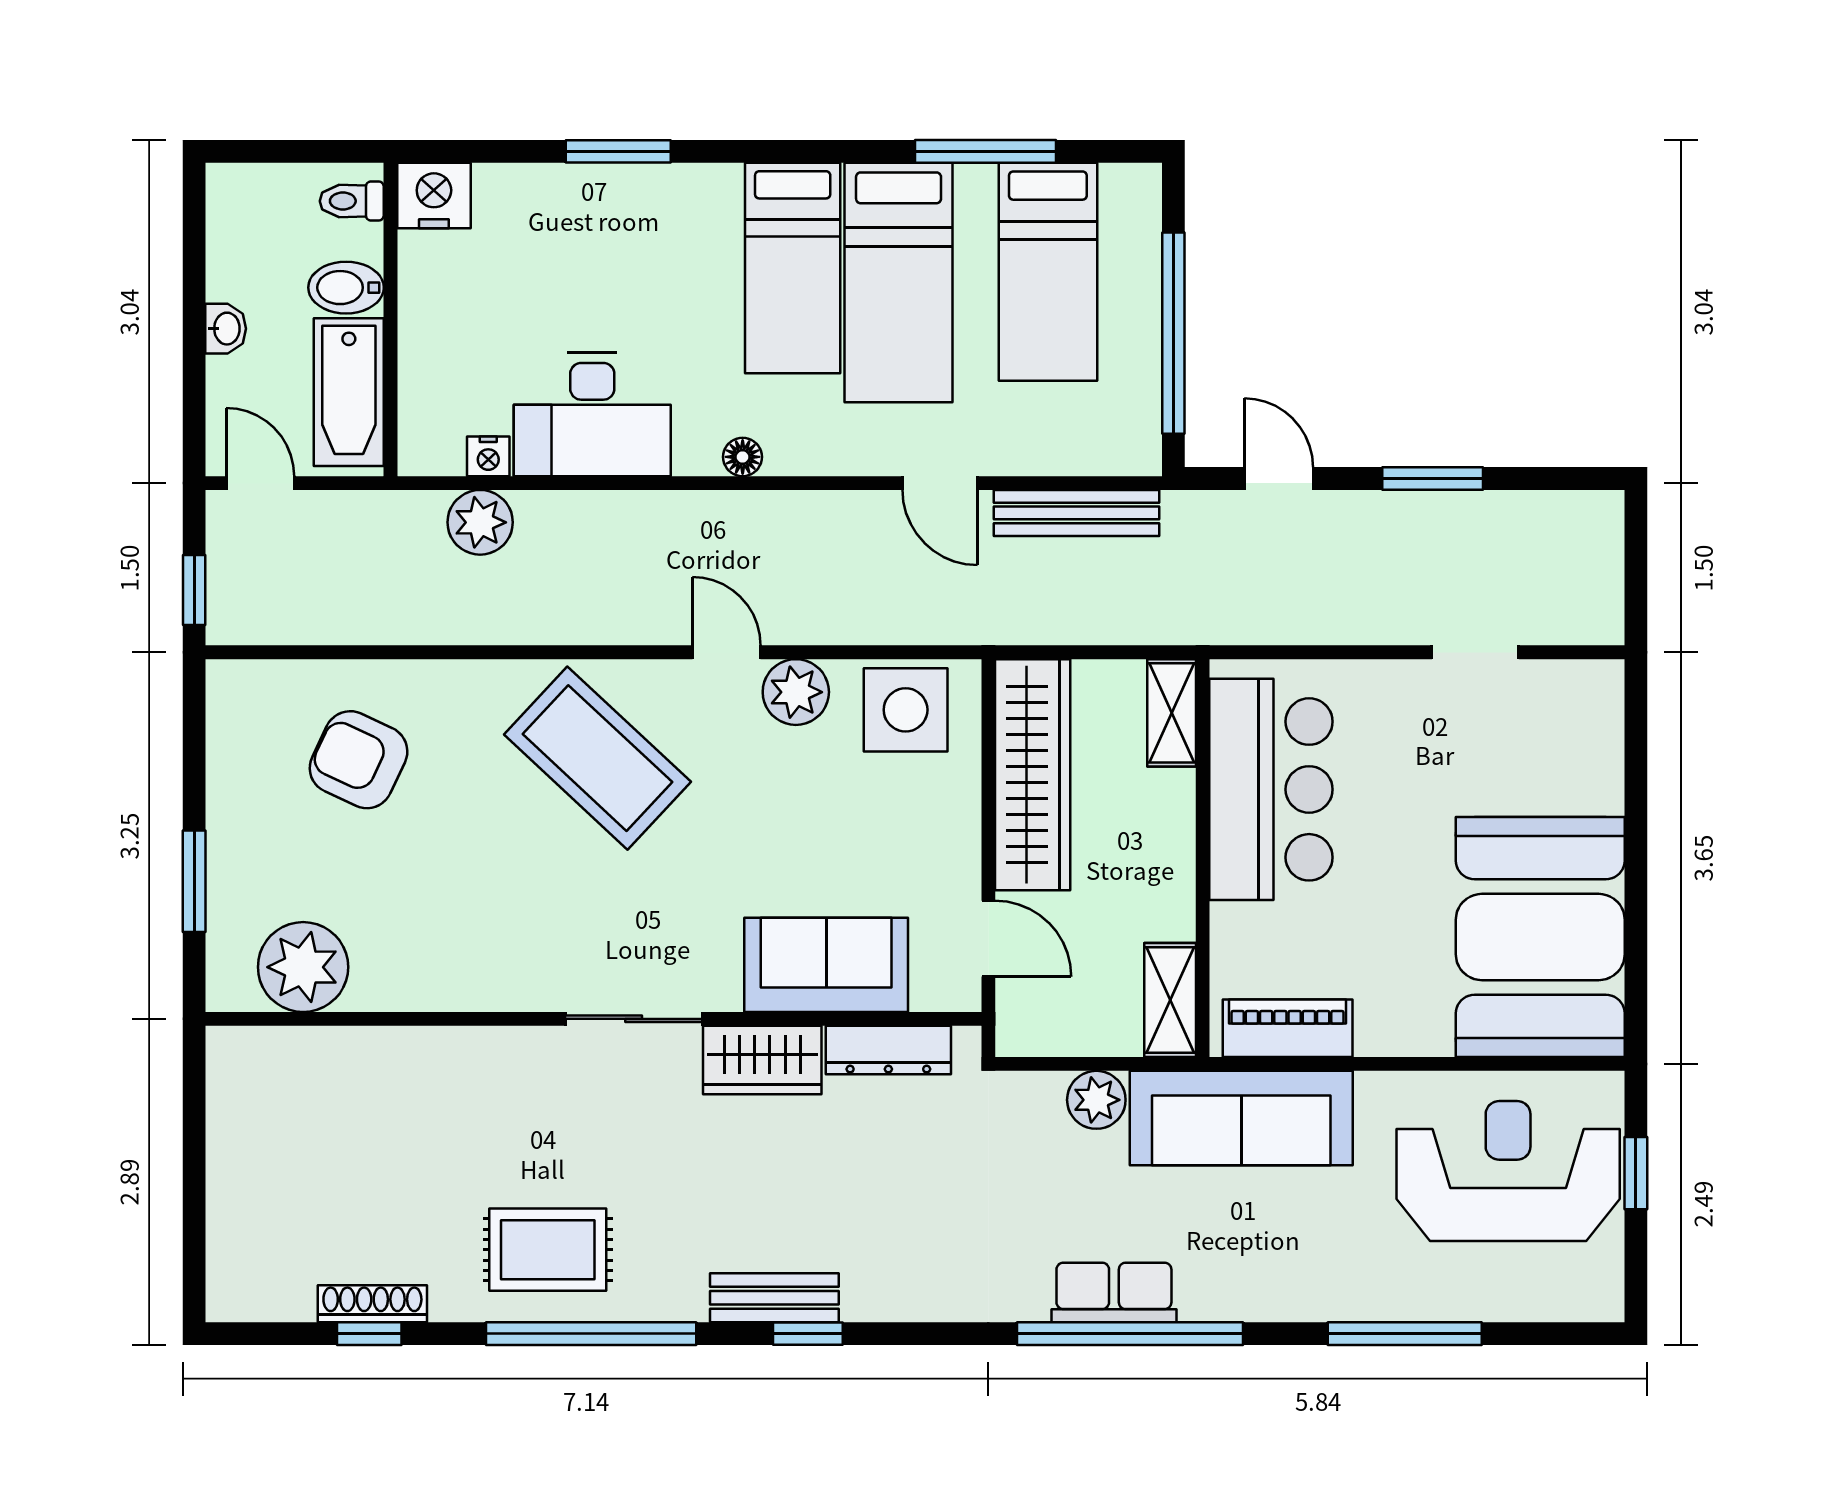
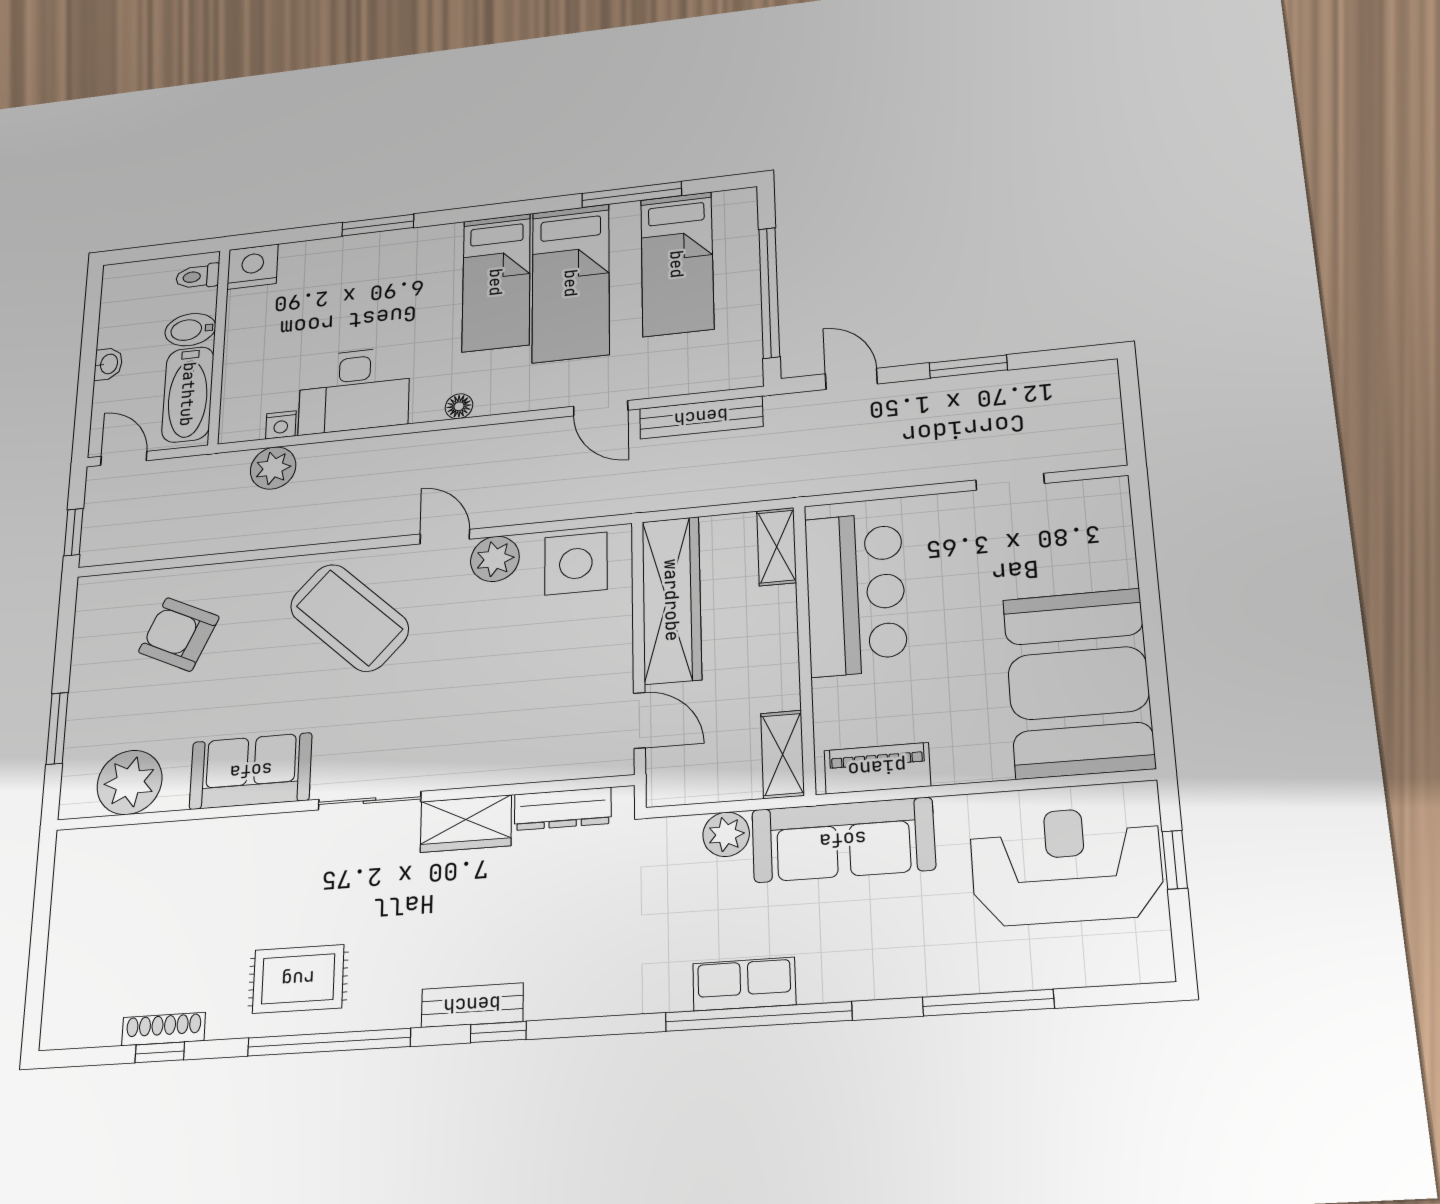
sofa: (826, 965) -> (251, 771), moved

